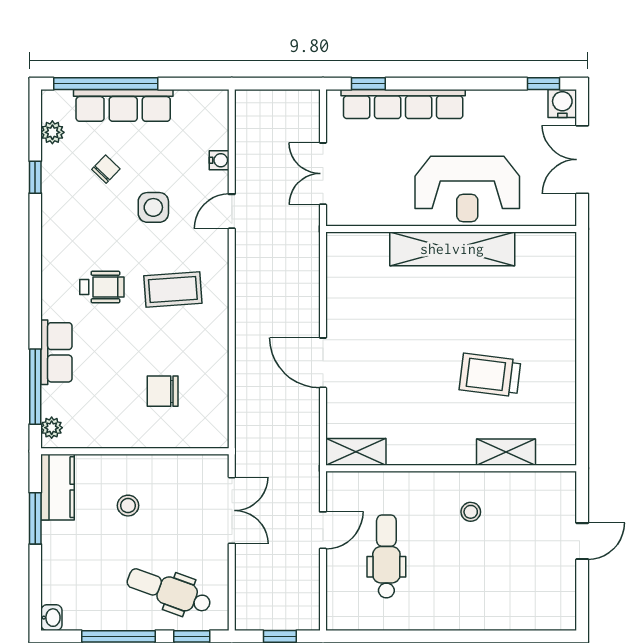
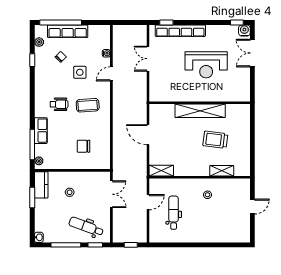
wall: (451, 229) -> (200, 103), moved
shelving: (452, 249) -> (200, 111), moved

